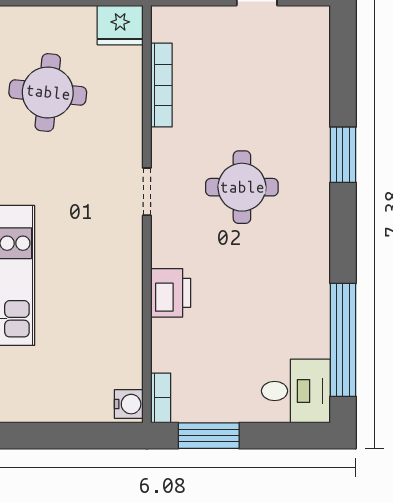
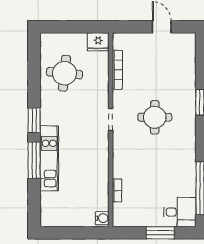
printer: (171, 293) -> (122, 166), removed
bookcase: (161, 398) -> (117, 190), moved
window: (209, 436) -> (160, 233), moved

